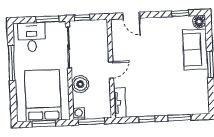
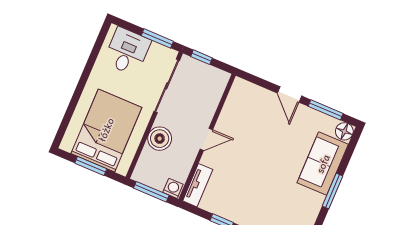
window: (180, 13) -> (326, 110), width x1.50
door: (131, 15) -> (289, 95), moved
window: (12, 63) -> (87, 72), removed
washing machine: (79, 114) -> (173, 188), moved

